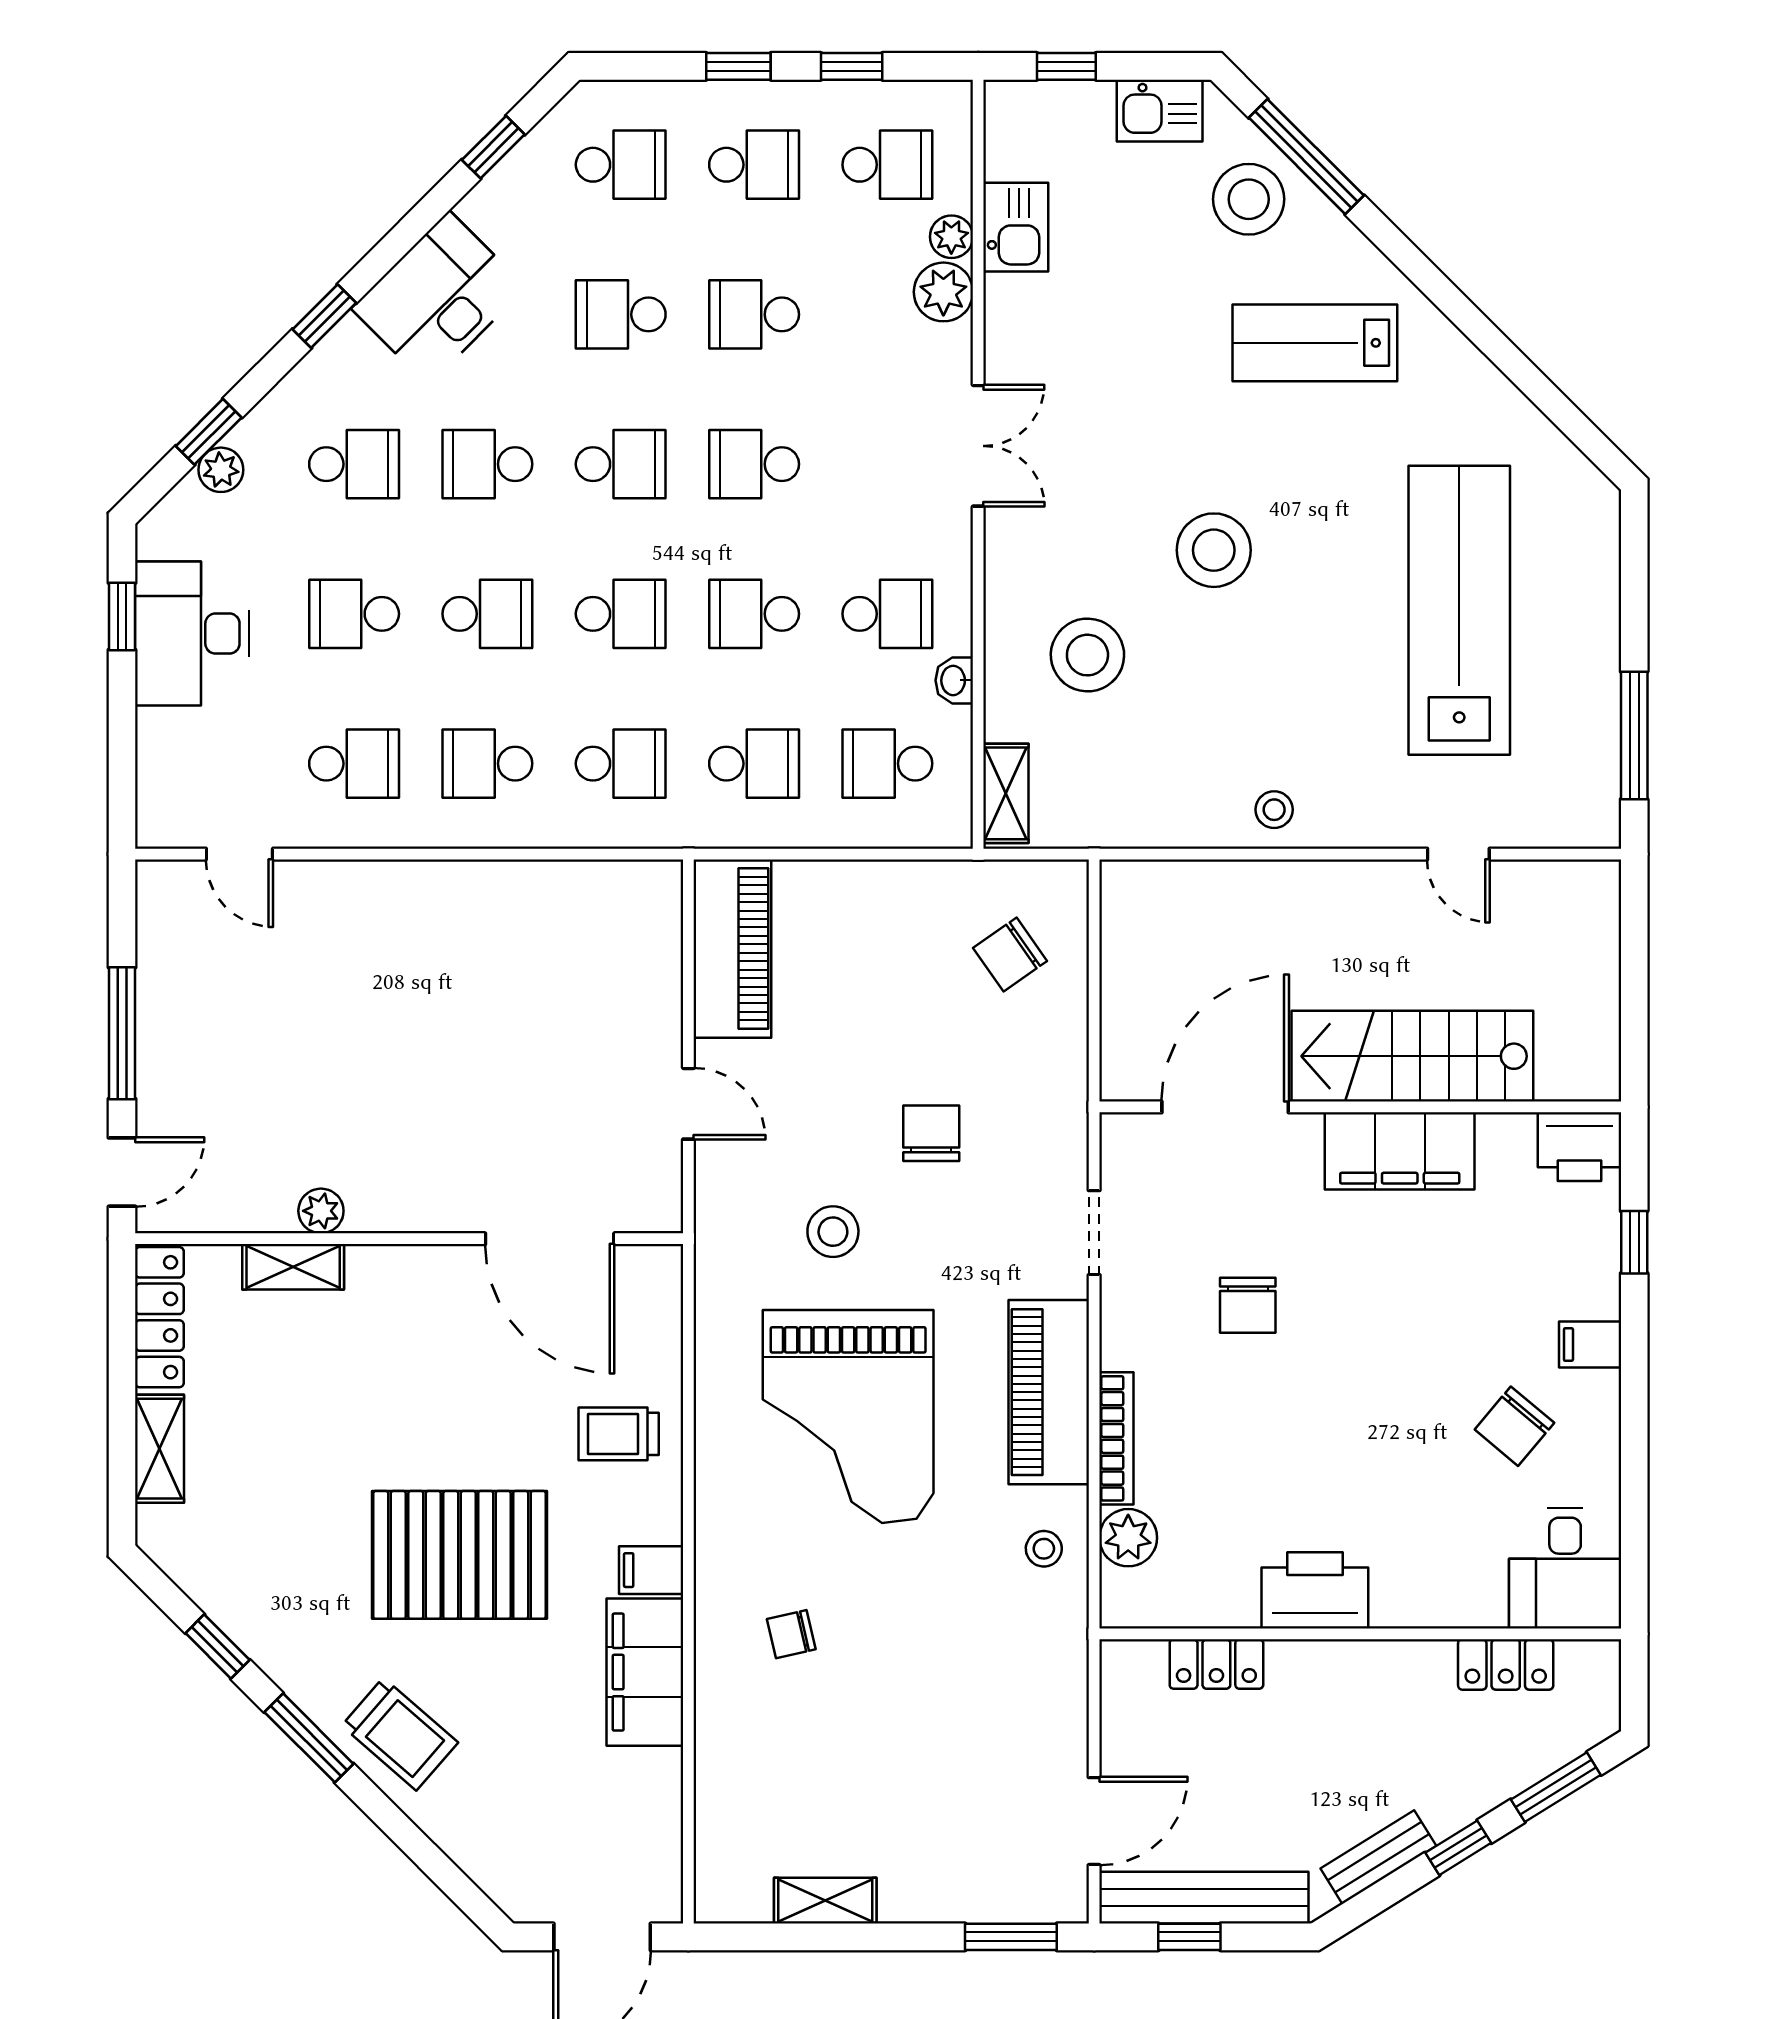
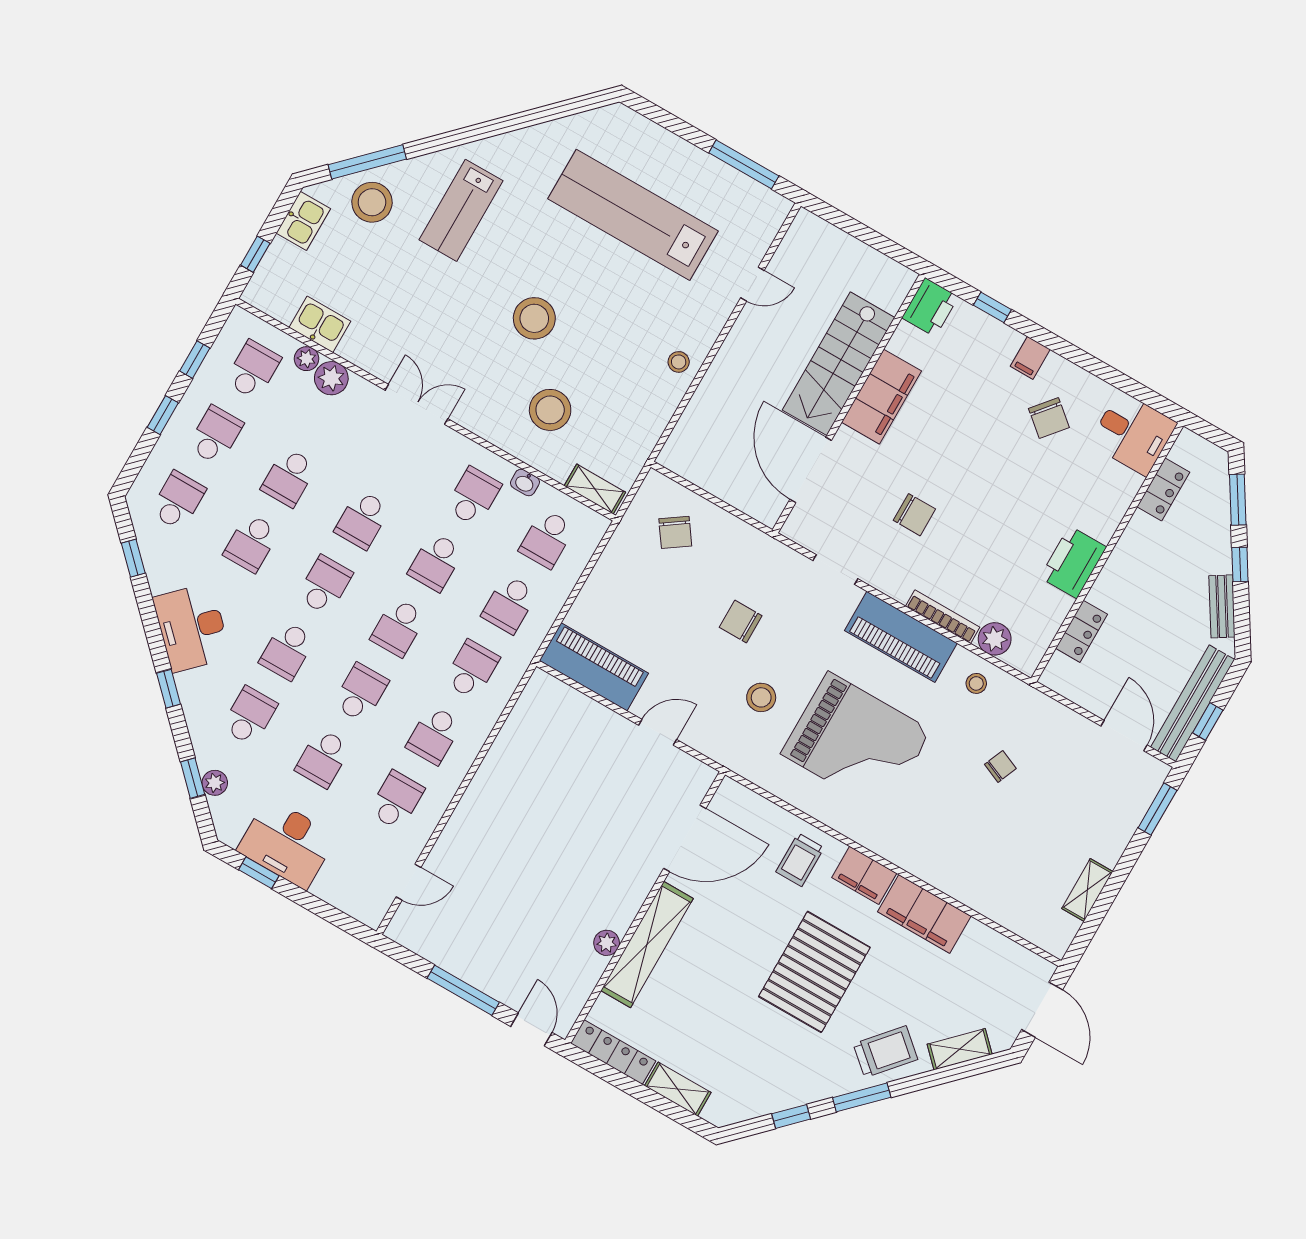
school desk: (621, 614) -> (398, 627), turned 180
school desk: (754, 764) -> (509, 604), turned 180
shelving: (293, 1267) -> (647, 945), width x2.20, depth x1.33
filing cabinet: (651, 1570) -> (864, 875), width x2.00
chair: (791, 1634) -> (1000, 766), moved, turned -144
shelving: (469, 1846) -> (960, 1049), added

